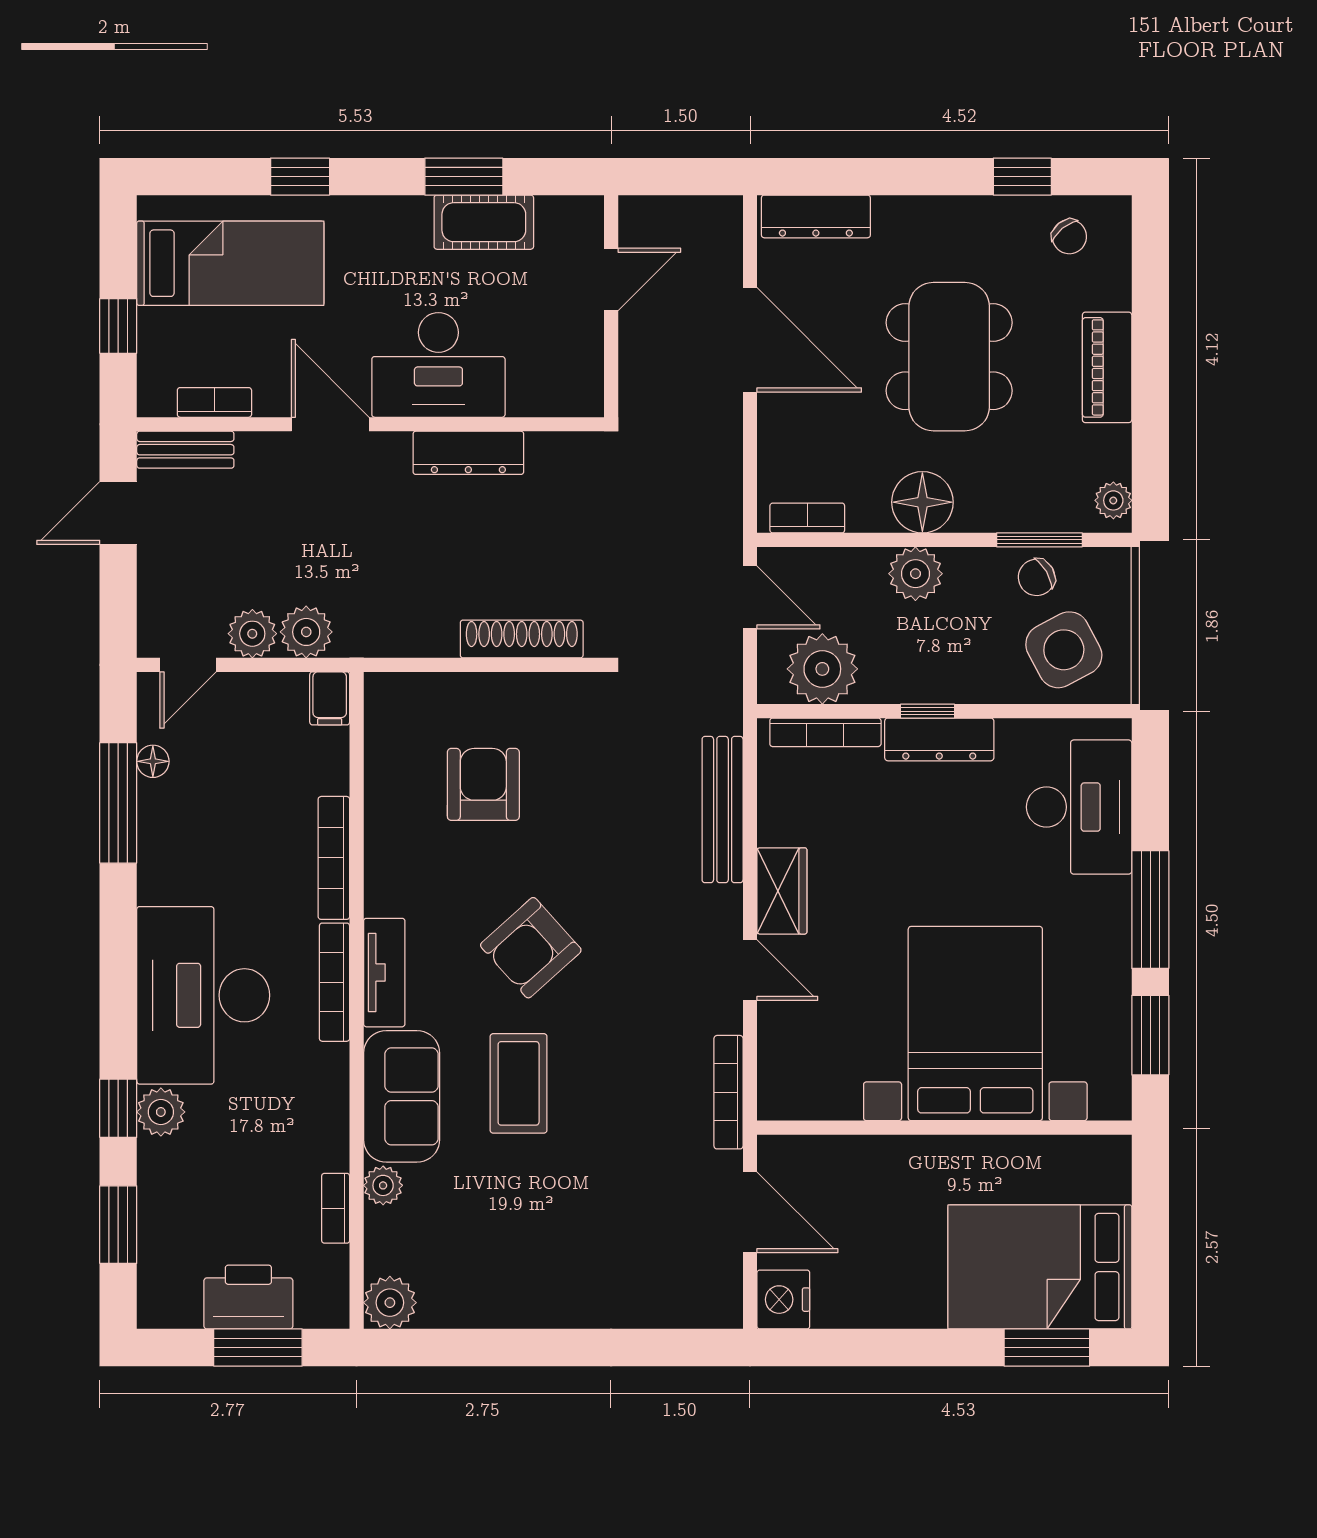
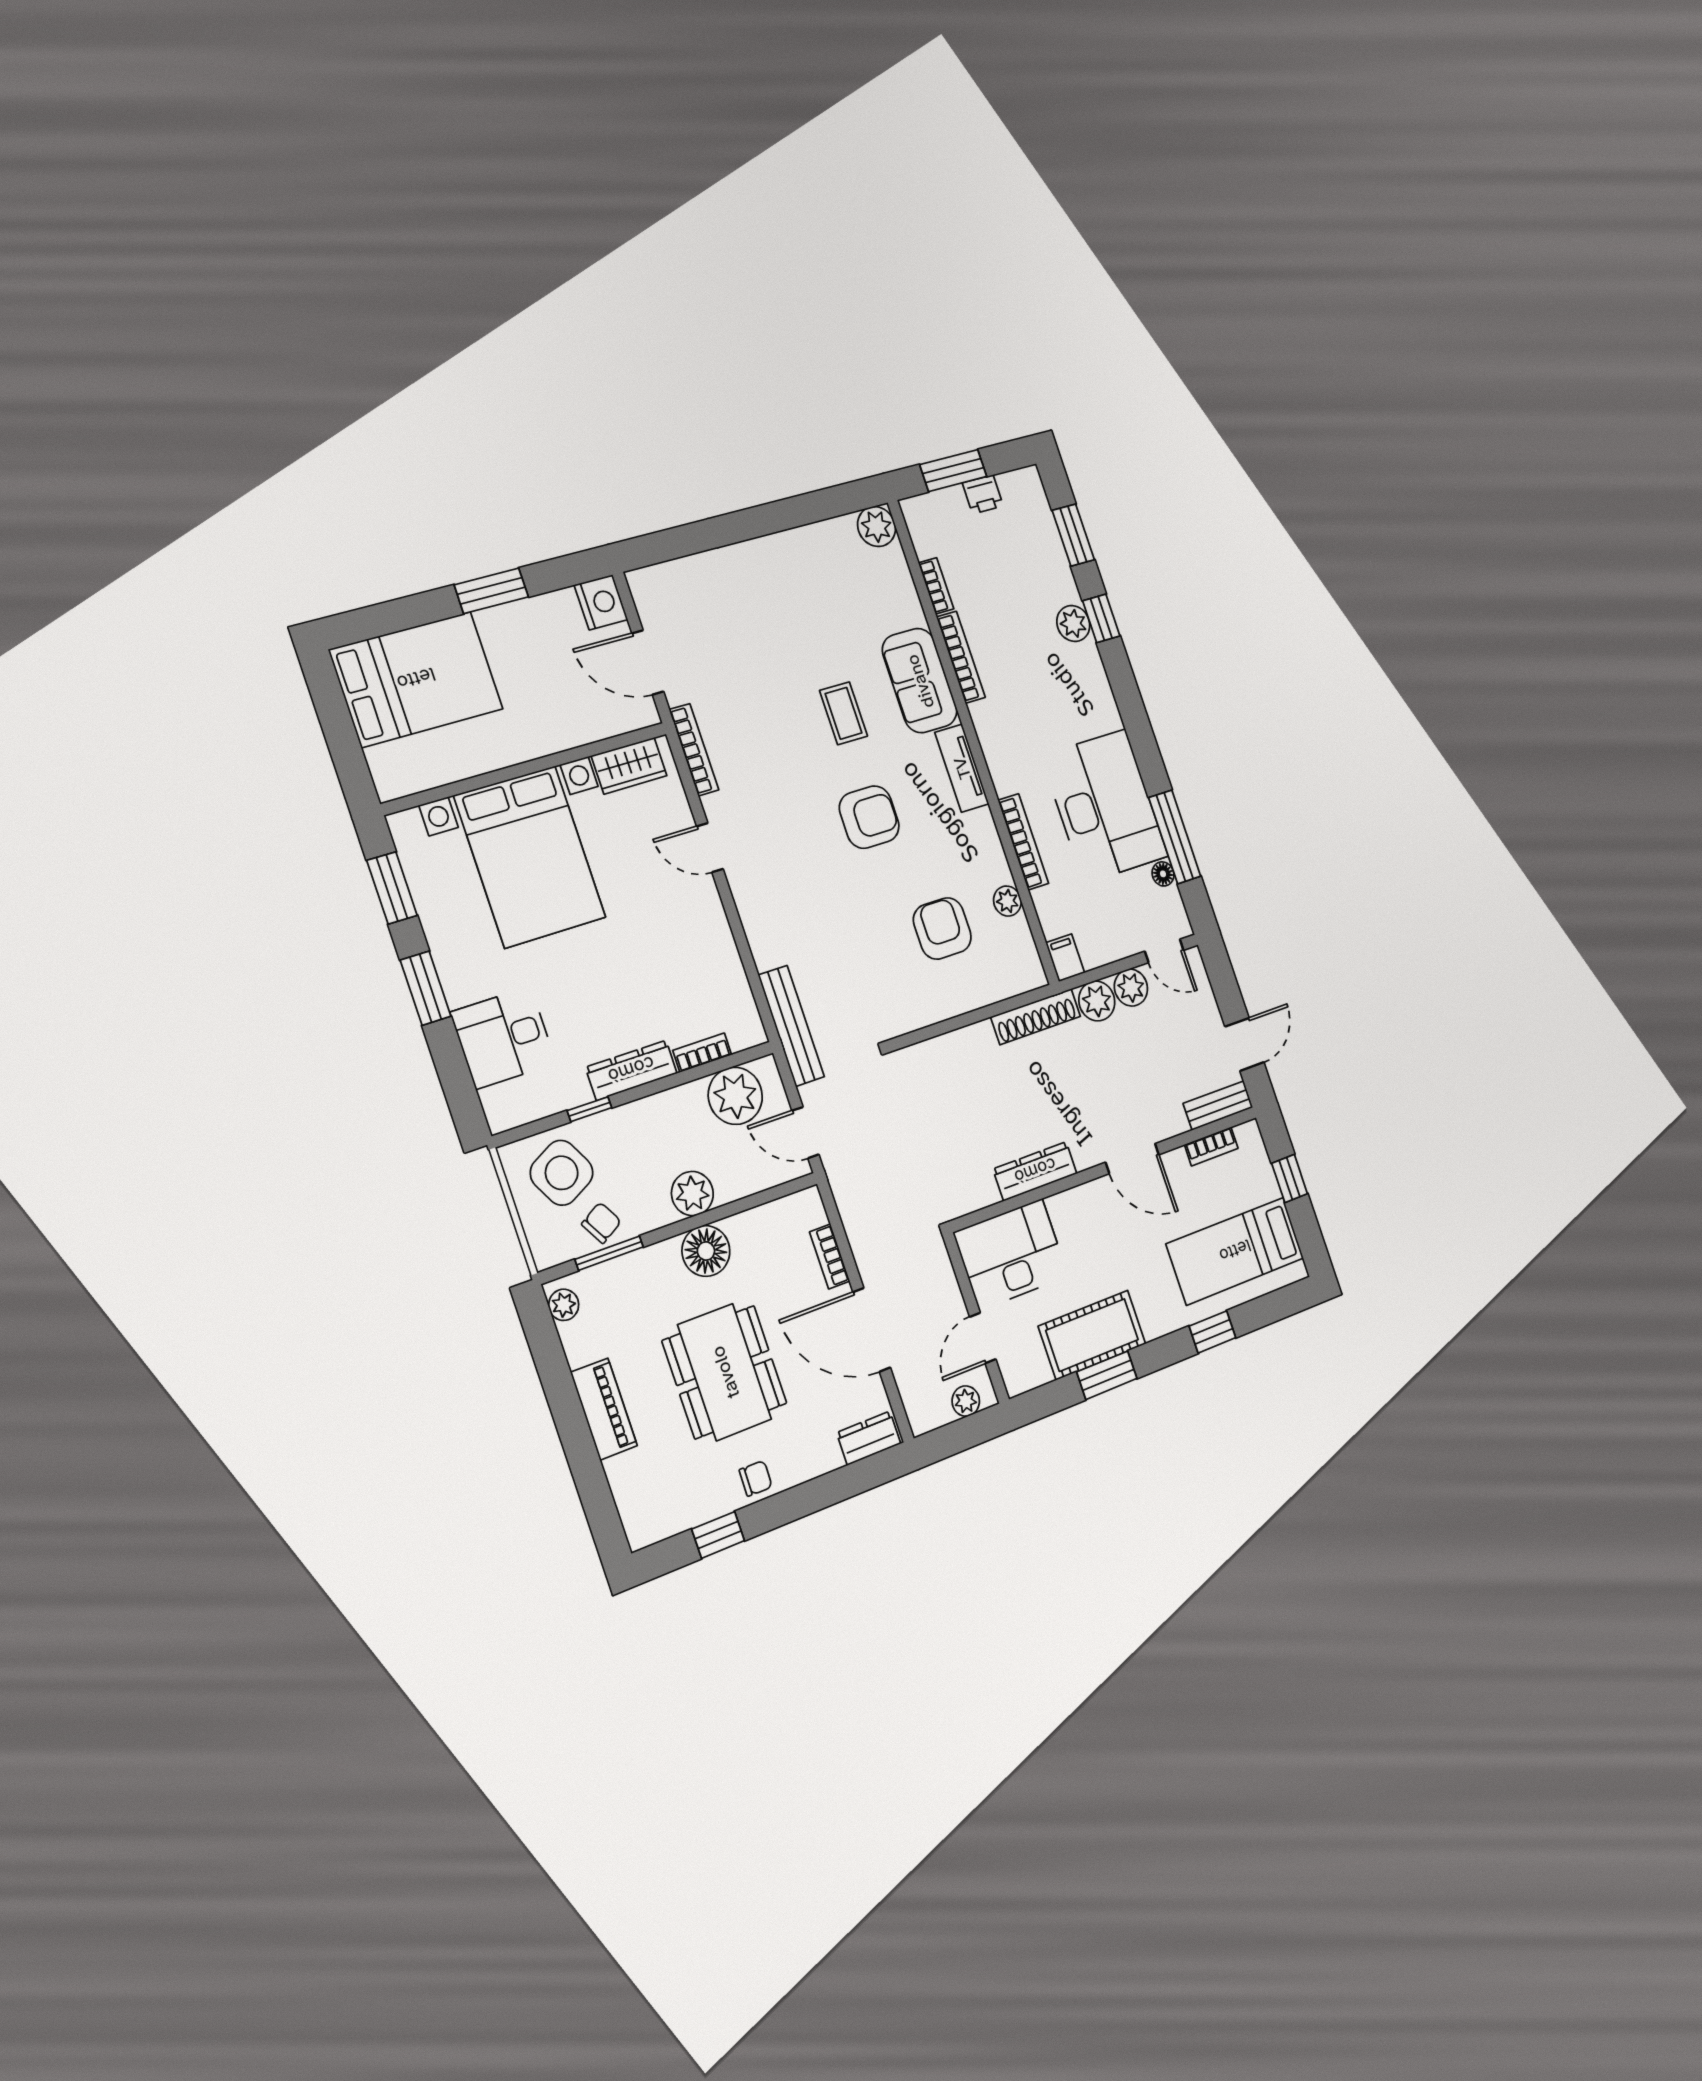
plant: (661, 214) -> (966, 1401), added
dresser: (816, 216) -> (869, 1438), width x0.70
cot: (484, 222) -> (1092, 1335), width x1.37, depth x1.34
chair: (1069, 237) -> (756, 1478), moved, turned 130
desk: (438, 365) -> (1011, 1254), moved
bookcase: (807, 518) -> (830, 1257), moved, turned 90
shoe rack: (522, 639) -> (1036, 1017), moved
door: (188, 665) -> (1164, 951), swing flipped
window: (927, 711) -> (590, 1109), moved
bookcase: (825, 732) -> (702, 1053), width x0.64
armchair: (483, 784) -> (942, 928), turned 180
desk: (1079, 807) -> (503, 1038), width x0.73
bench: (723, 810) -> (791, 1026), moved
wardrobe: (782, 891) -> (629, 766), moved, turned -90
window: (1150, 910) -> (426, 988), width x0.69
armchair: (531, 948) -> (869, 817), turned 42
bookcase: (334, 982) -> (961, 657), moved
desk: (203, 995) -> (1105, 806), moved
coffee table: (519, 1083) -> (844, 713), width x0.73, depth x0.77
plant: (383, 1185) -> (1007, 901), moved
printer: (248, 1297) -> (983, 494), width x0.53, depth x0.68
window: (1047, 1348) -> (491, 591), moved

